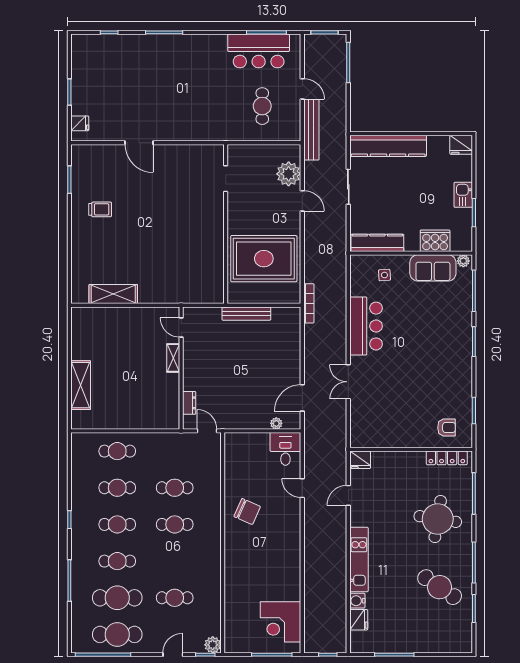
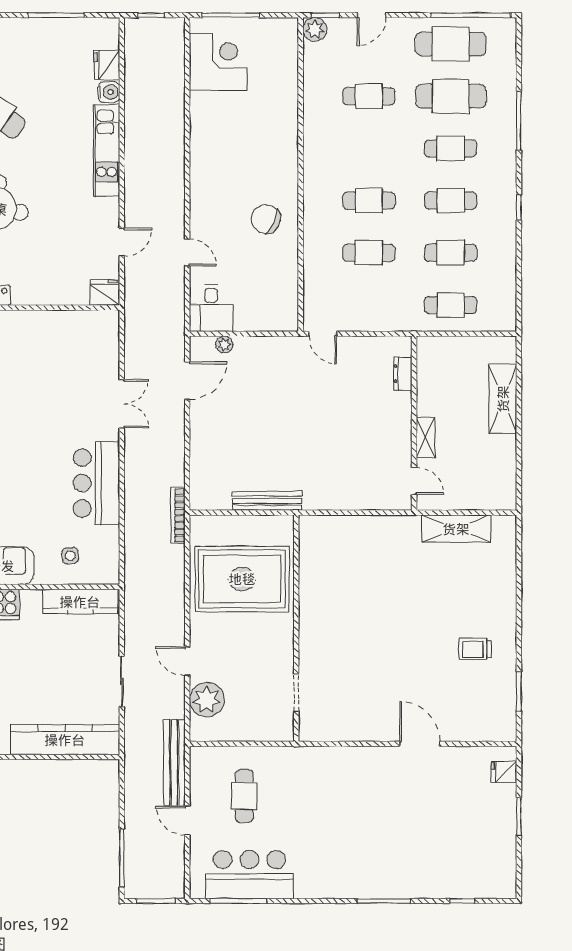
door: (181, 328) -> (414, 481), moved
shelving: (173, 358) -> (425, 438), moved
wall: (181, 368) -> (414, 423), moved
dresser: (189, 403) -> (403, 374), moved

